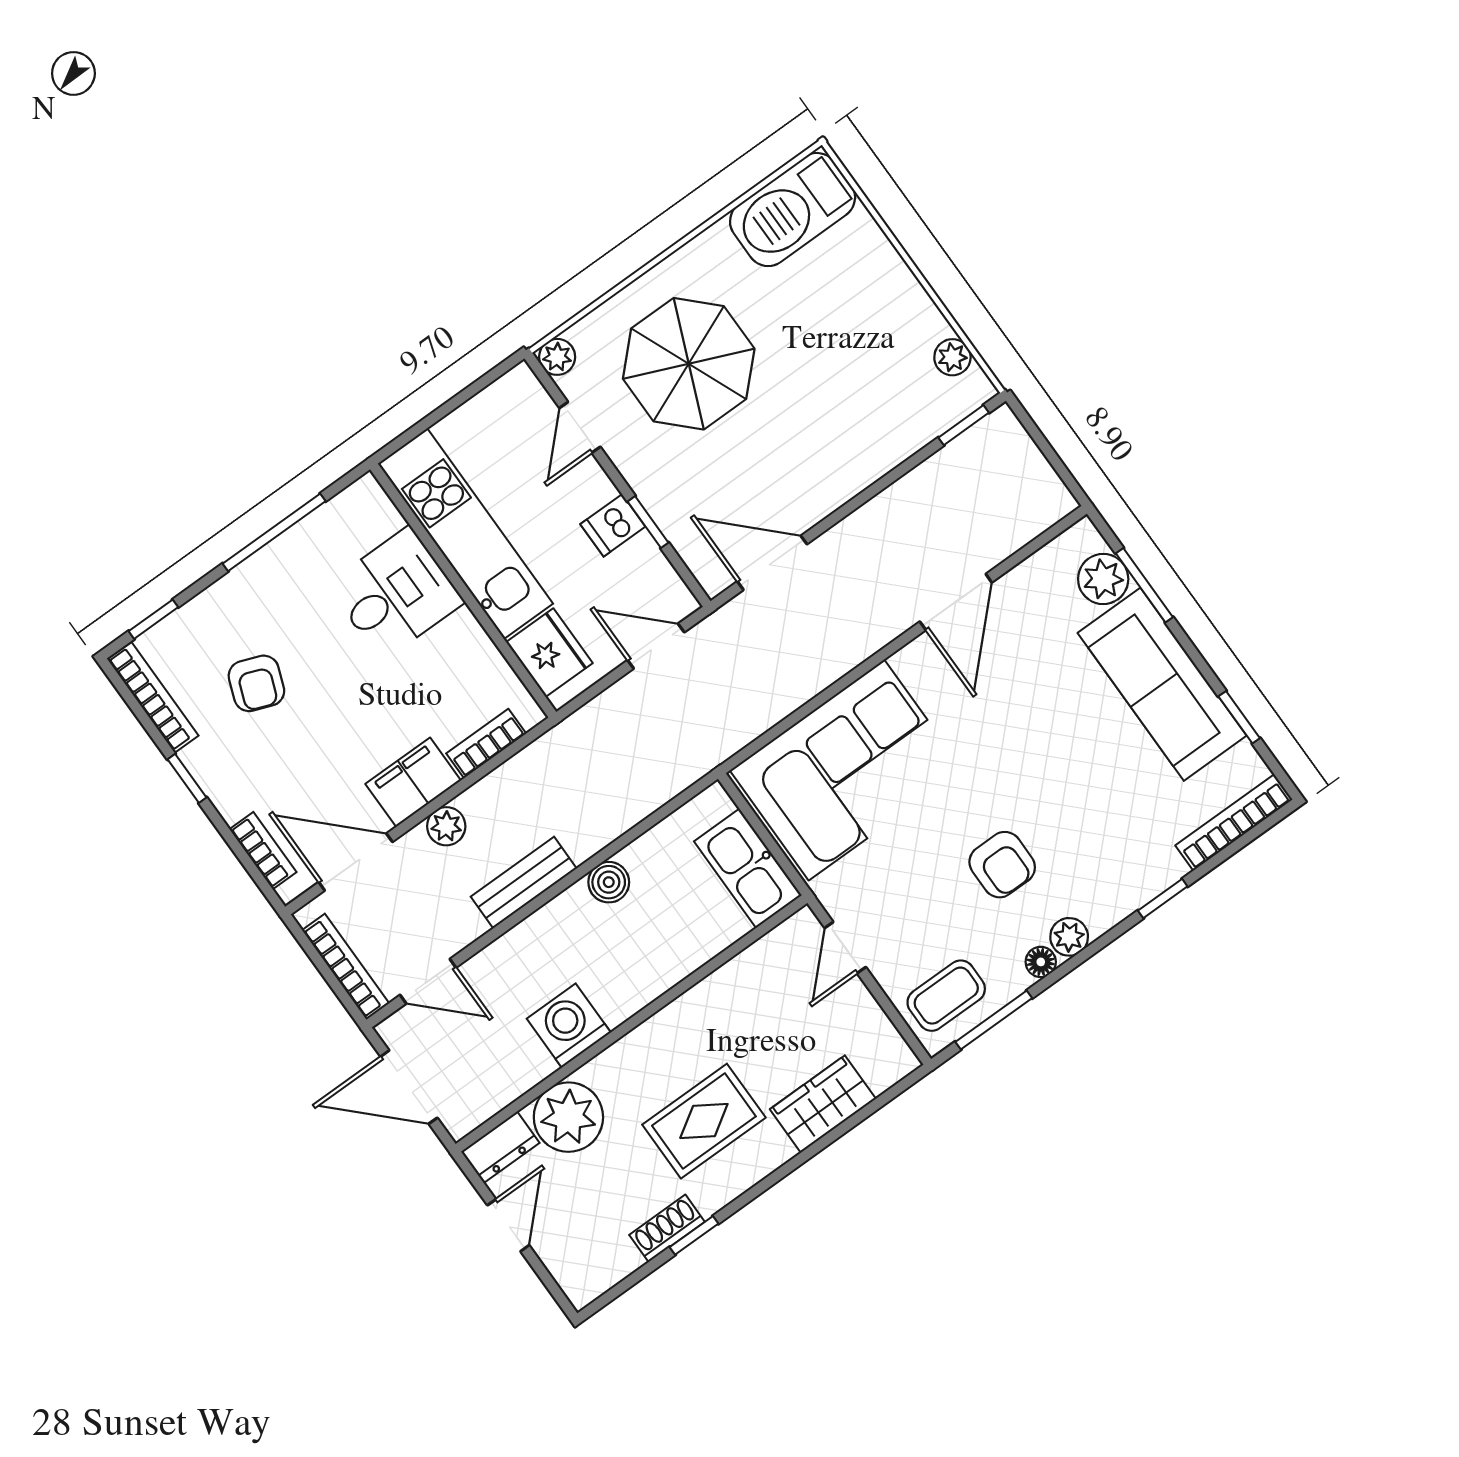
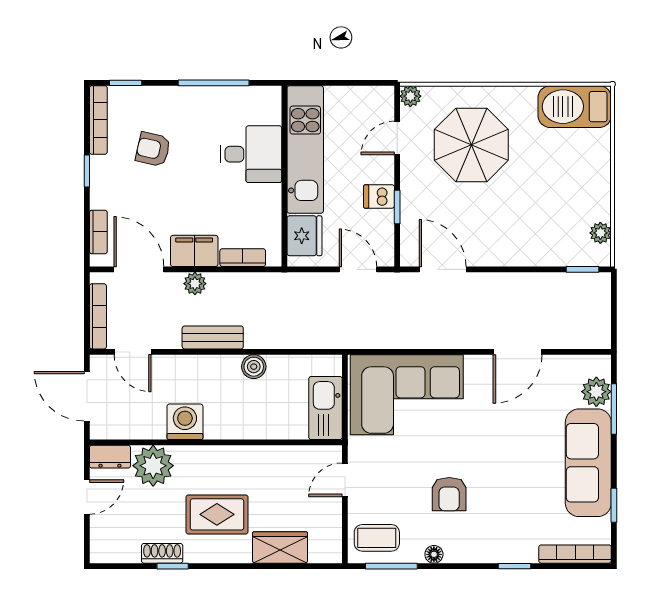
armchair: (256, 683) -> (153, 149), turned 82
plant: (1069, 937) -> (456, 552), removed

